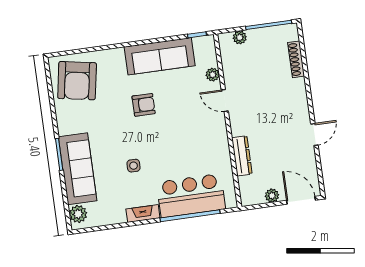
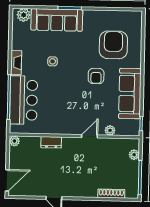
armchair: (77, 81) -> (113, 45), moved, turned 80
dresser: (242, 156) -> (51, 142), width x0.70
plant: (272, 196) -> (14, 141), moved

